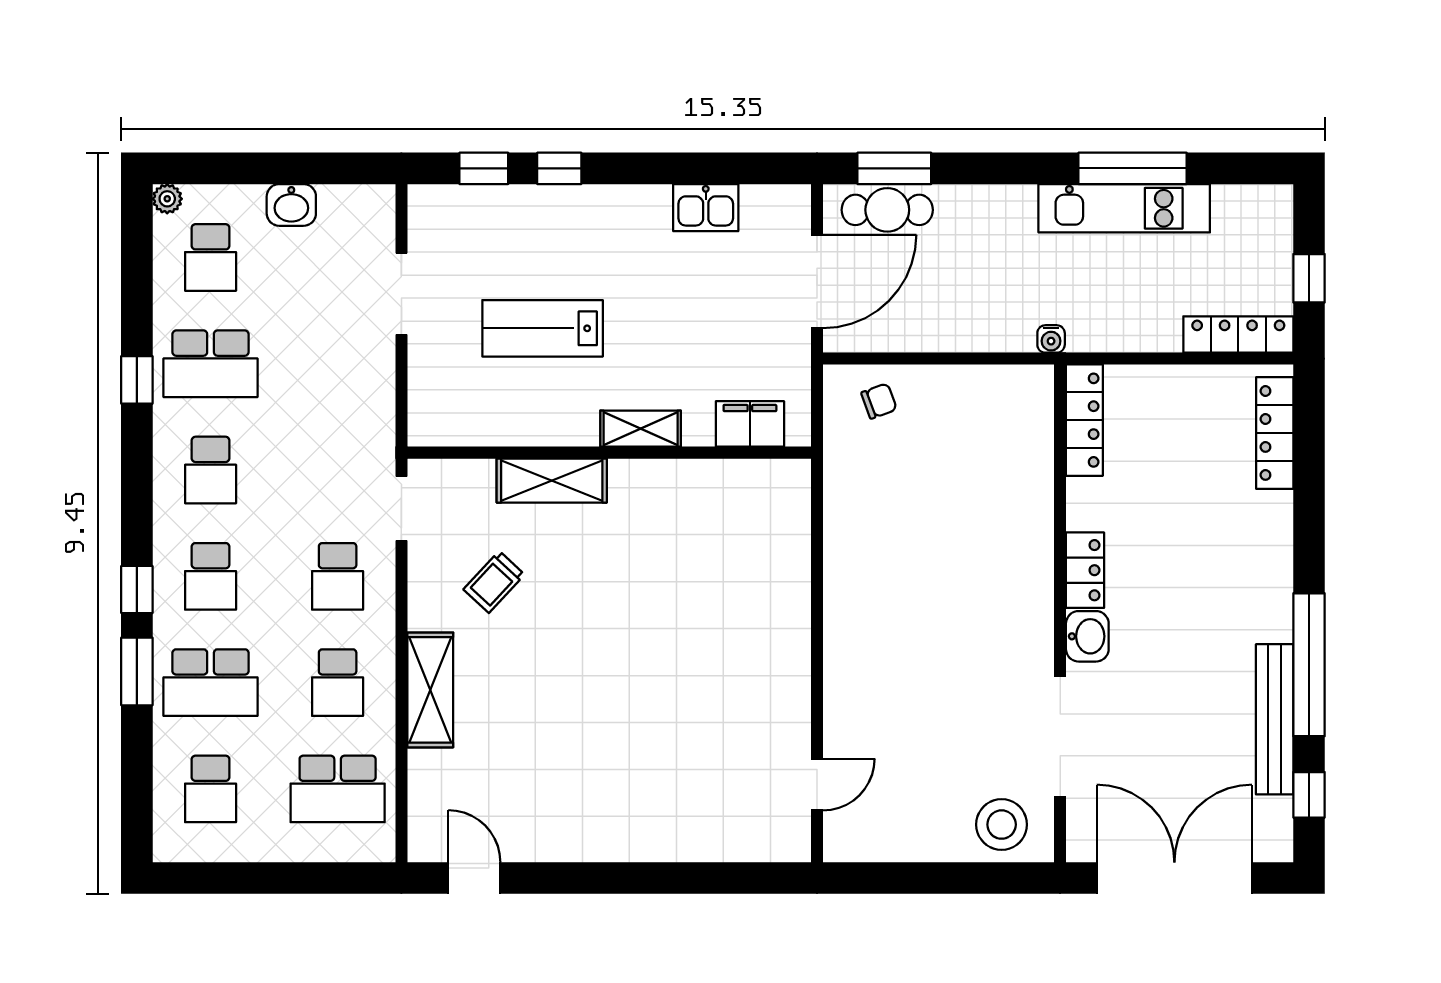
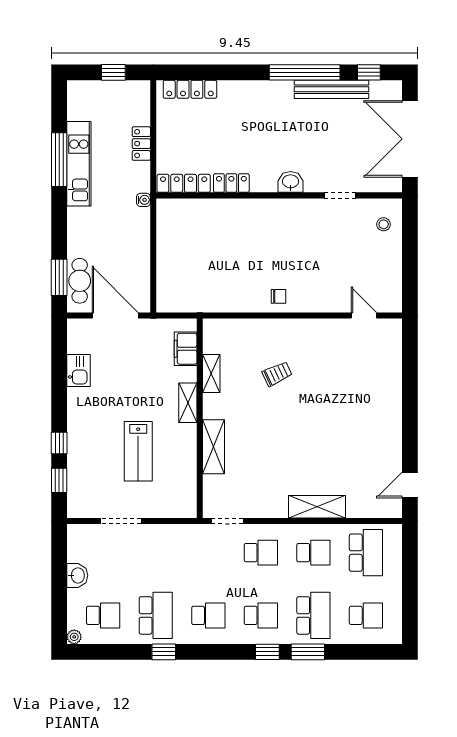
locker: (1238, 334) -> (141, 144), moved, width x0.66
chair: (879, 401) -> (279, 296), moved, turned 110
shelving: (700, 476) -> (211, 374), added
locker: (1085, 570) -> (231, 183), moved
trolley: (494, 582) -> (277, 374), moved, turned -68
doorway: (1060, 737) -> (340, 195), width x0.53
stool: (1002, 825) -> (384, 224), width x0.53, depth x0.53

